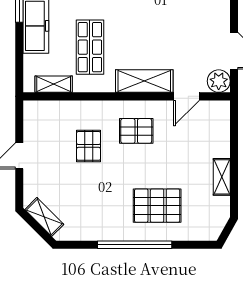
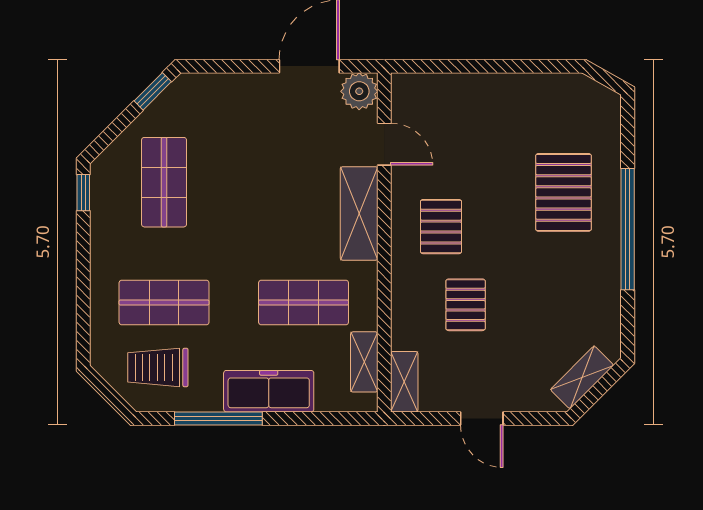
pallet: (89, 146) -> (466, 305), turned 90
shelving: (222, 177) -> (404, 382), moved, turned 90

